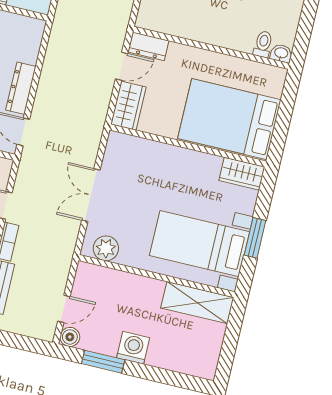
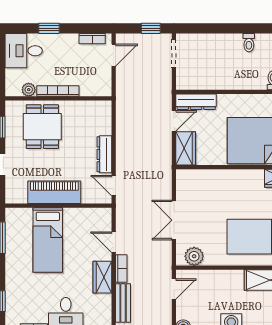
dresser: (148, 46) -> (196, 102), width x1.44
door: (64, 309) -> (174, 289), moved

